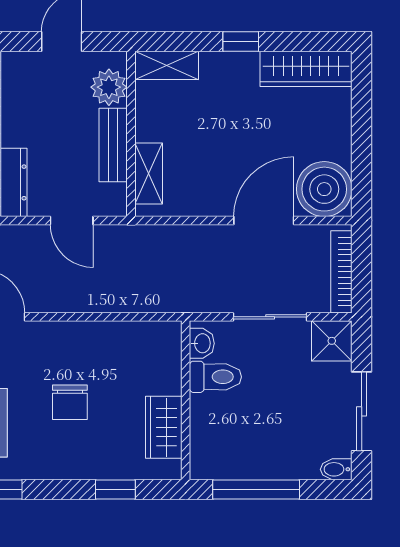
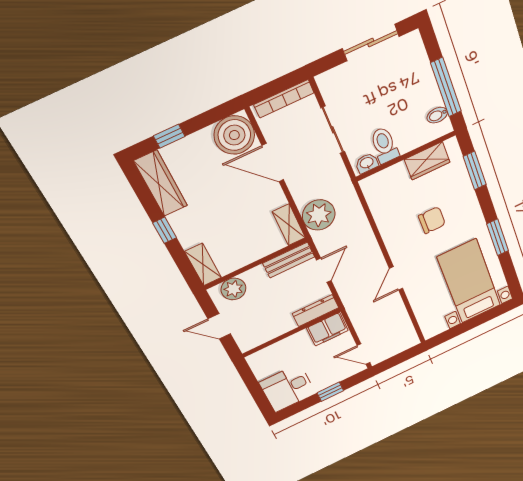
window: (362, 110) -> (169, 136), added
bench: (113, 145) -> (289, 260), moved
shelving: (149, 174) -> (289, 225), moved, turned 90
plant: (159, 249) -> (319, 215), added
shower: (332, 341) -> (332, 84), removed
bidet: (336, 469) -> (437, 115), moved, turned 90
window: (115, 490) -> (475, 171), width x1.50

